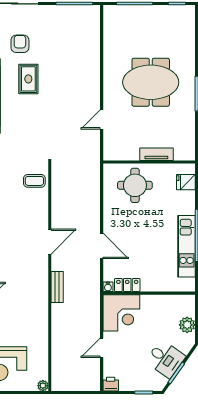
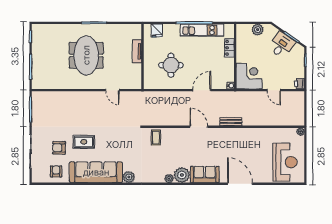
round table: (135, 185) -> (171, 65), moved
locker: (127, 285) -> (229, 48), moved

